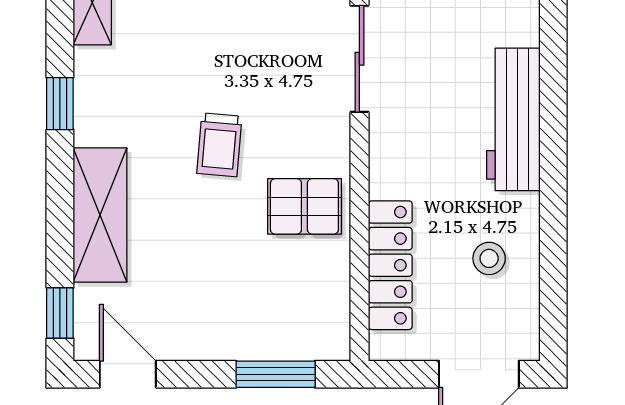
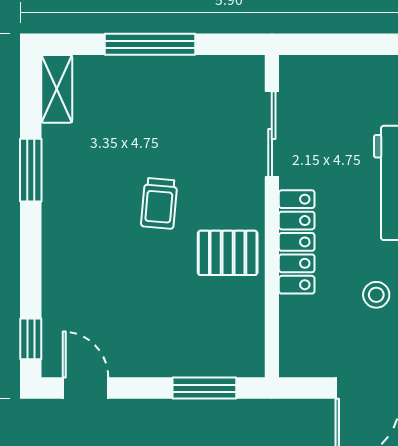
window: (60, 104) -> (31, 170), width x1.50
shelving: (100, 215) -> (63, 260), removed
locker: (390, 265) -> (297, 242), moved

